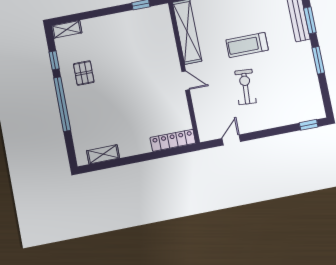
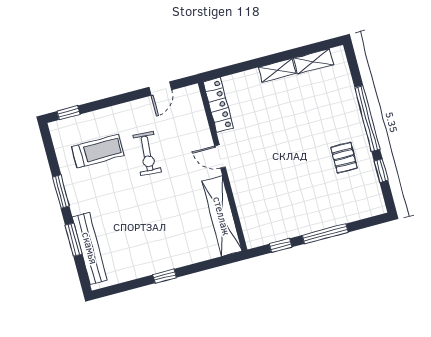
window: (104, 12) -> (325, 234), added
shelving: (67, 29) -> (277, 70), moved
treadmill: (247, 45) -> (98, 151), moved
locker: (173, 140) -> (218, 105), moved, turned -90

